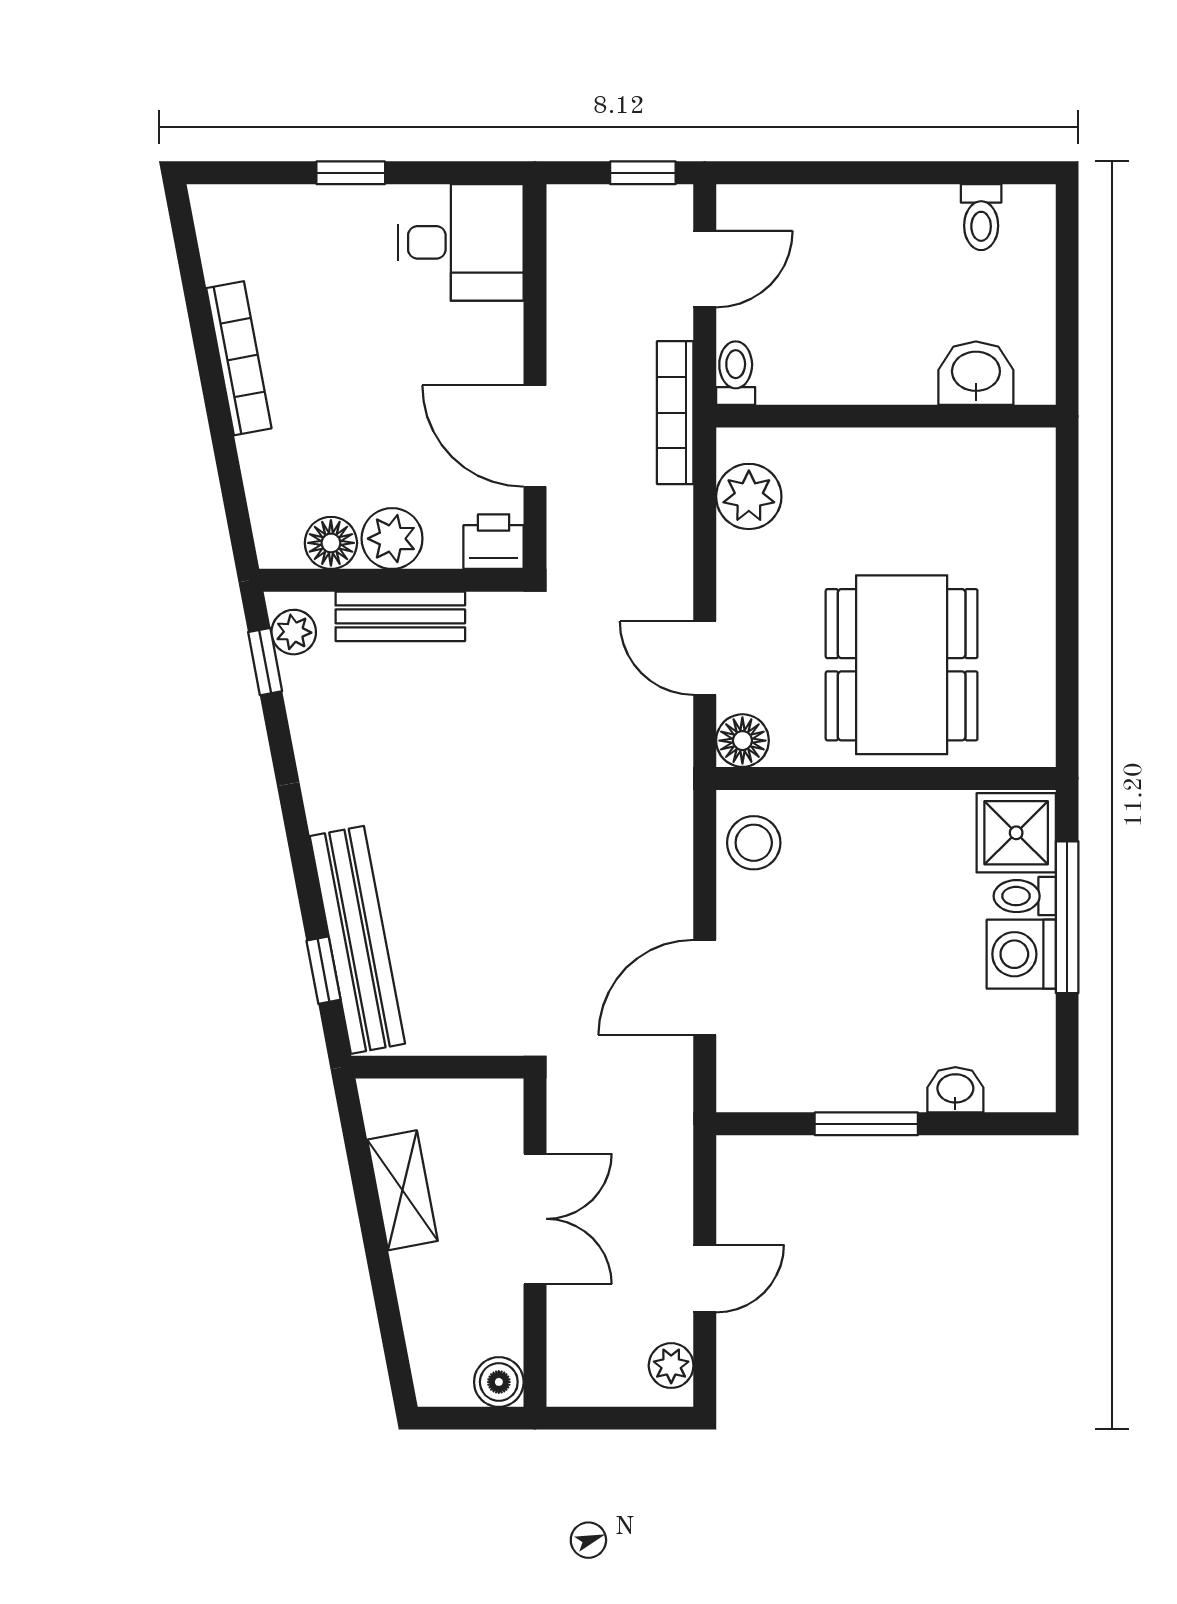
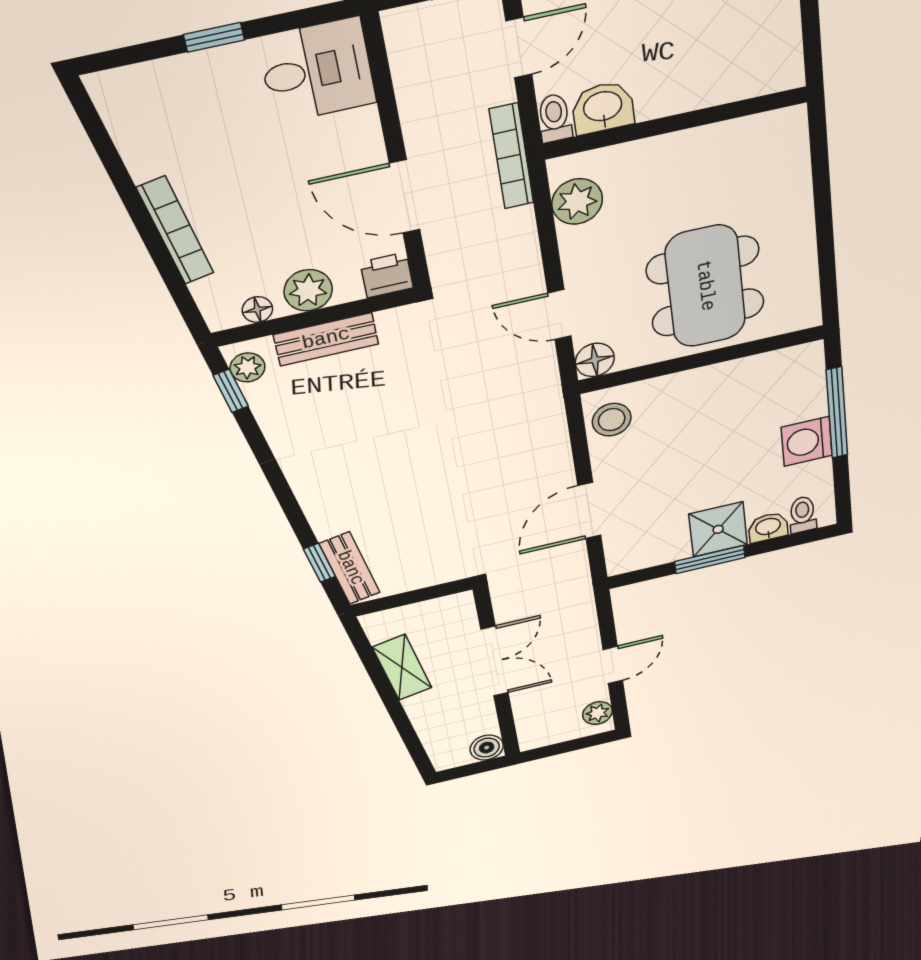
bookcase: (239, 358) -> (175, 231), moved
washbasin: (976, 373) -> (603, 108), moved
floor lamp: (331, 543) -> (257, 309), width x0.73, depth x0.73
shower: (1016, 833) -> (718, 529), moved
toilet: (1025, 896) -> (803, 515), moved, turned 90
bench: (357, 940) -> (350, 568), width x0.54, depth x0.82

